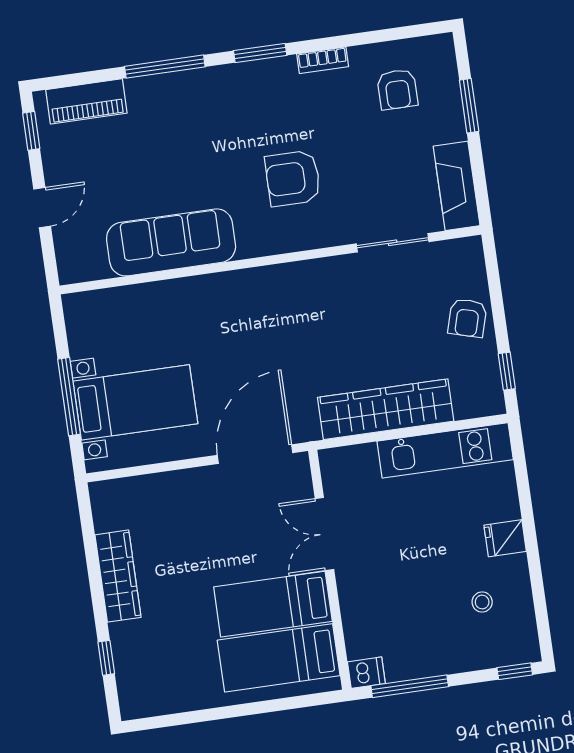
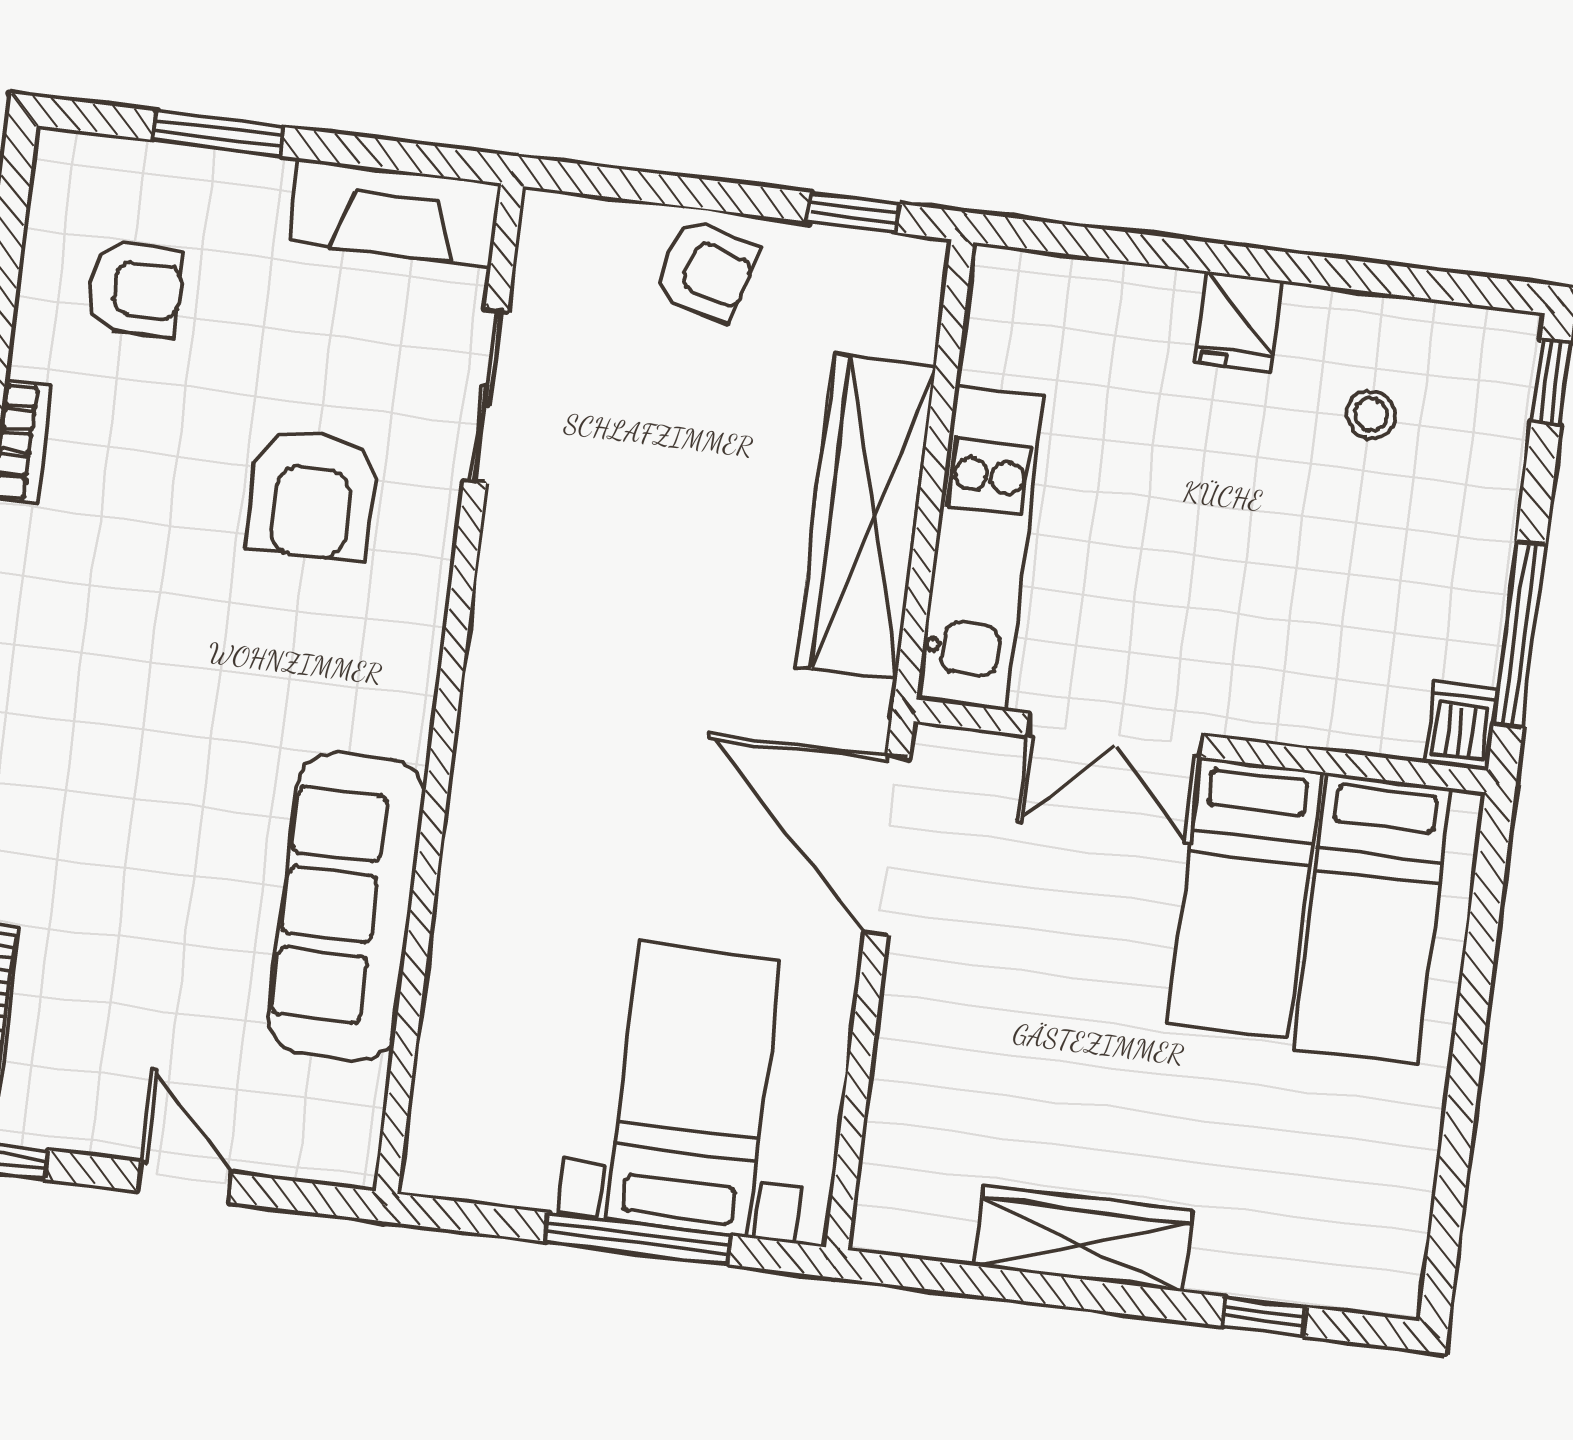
armchair: (293, 178) -> (313, 495), moved
kitchen unit: (445, 450) -> (980, 548), moved

